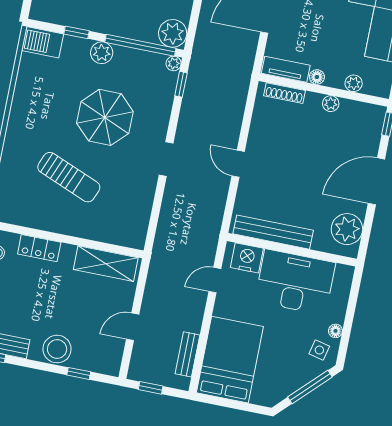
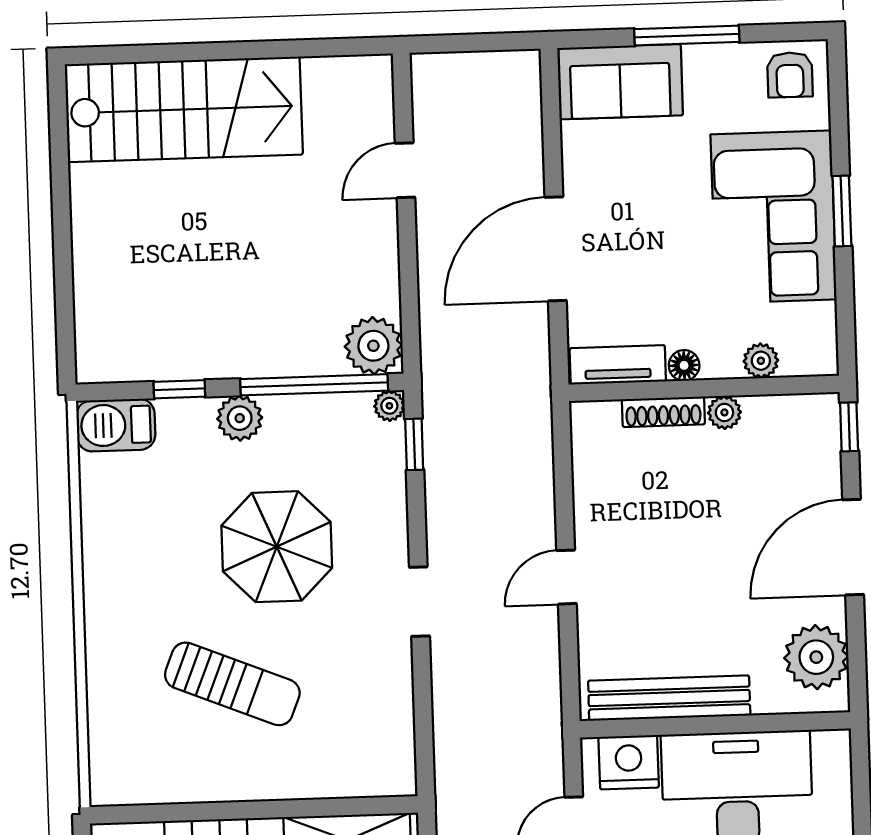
shoe rack: (284, 93) -> (663, 412), moved
door: (238, 164) -> (566, 577), hinge flipped

